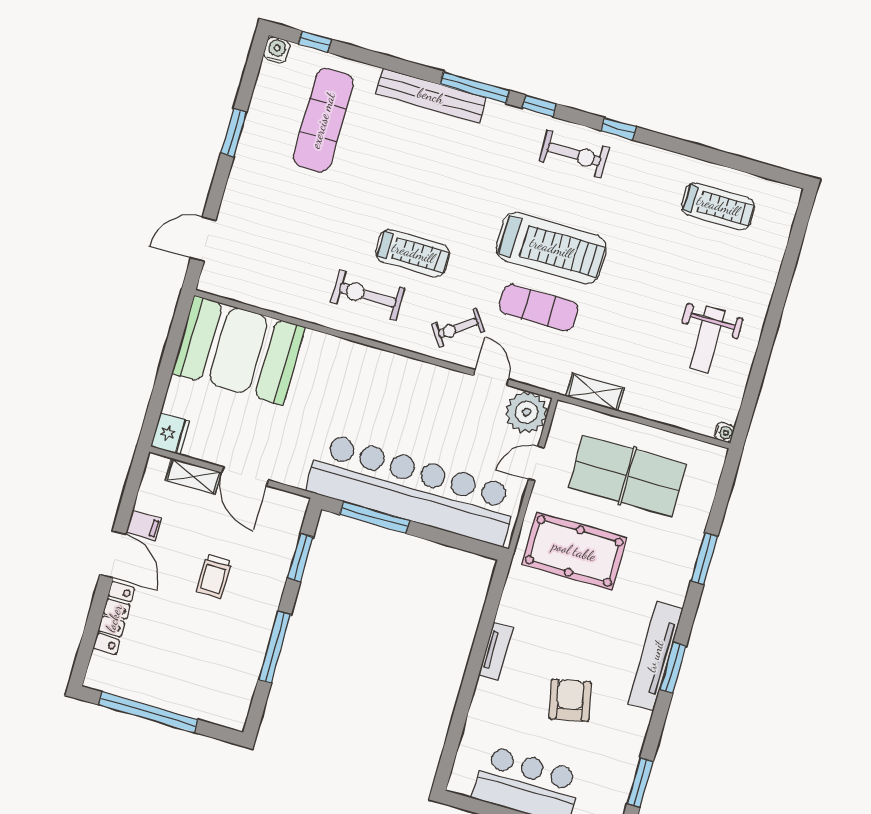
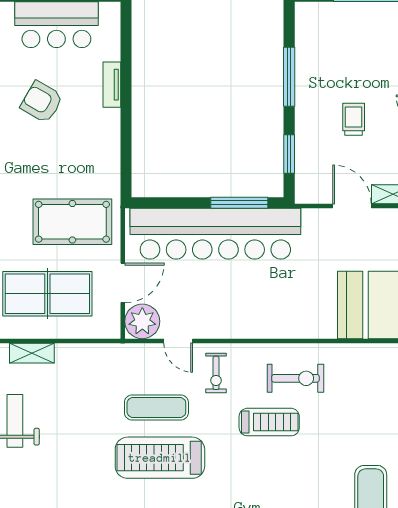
treadmill: (413, 253) -> (269, 422), turned 180
exercise bike: (458, 328) -> (216, 373), turned 125
shelving: (595, 392) -> (32, 353), moved
door: (536, 463) -> (123, 283), width x1.38
tv unit: (496, 651) -> (112, 85), moved
armchair: (570, 700) -> (42, 102), turned 132

